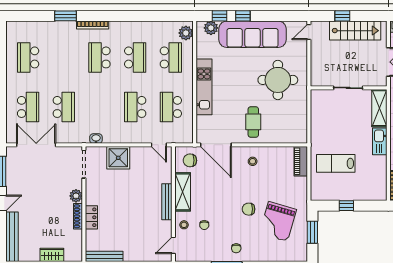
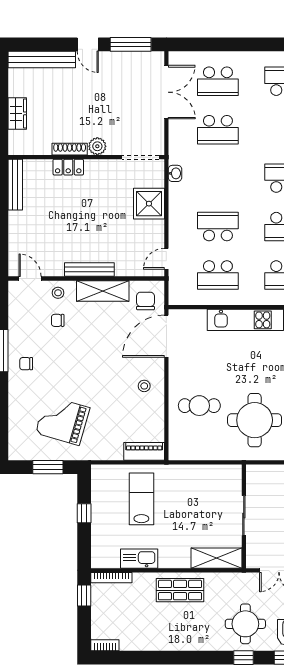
school desk: (171, 107) -> (218, 275), turned 180
cafe table: (253, 122) -> (199, 406), moved
kitchen sink: (380, 141) -> (139, 559), moved
chair: (249, 209) -> (79, 380), removed

